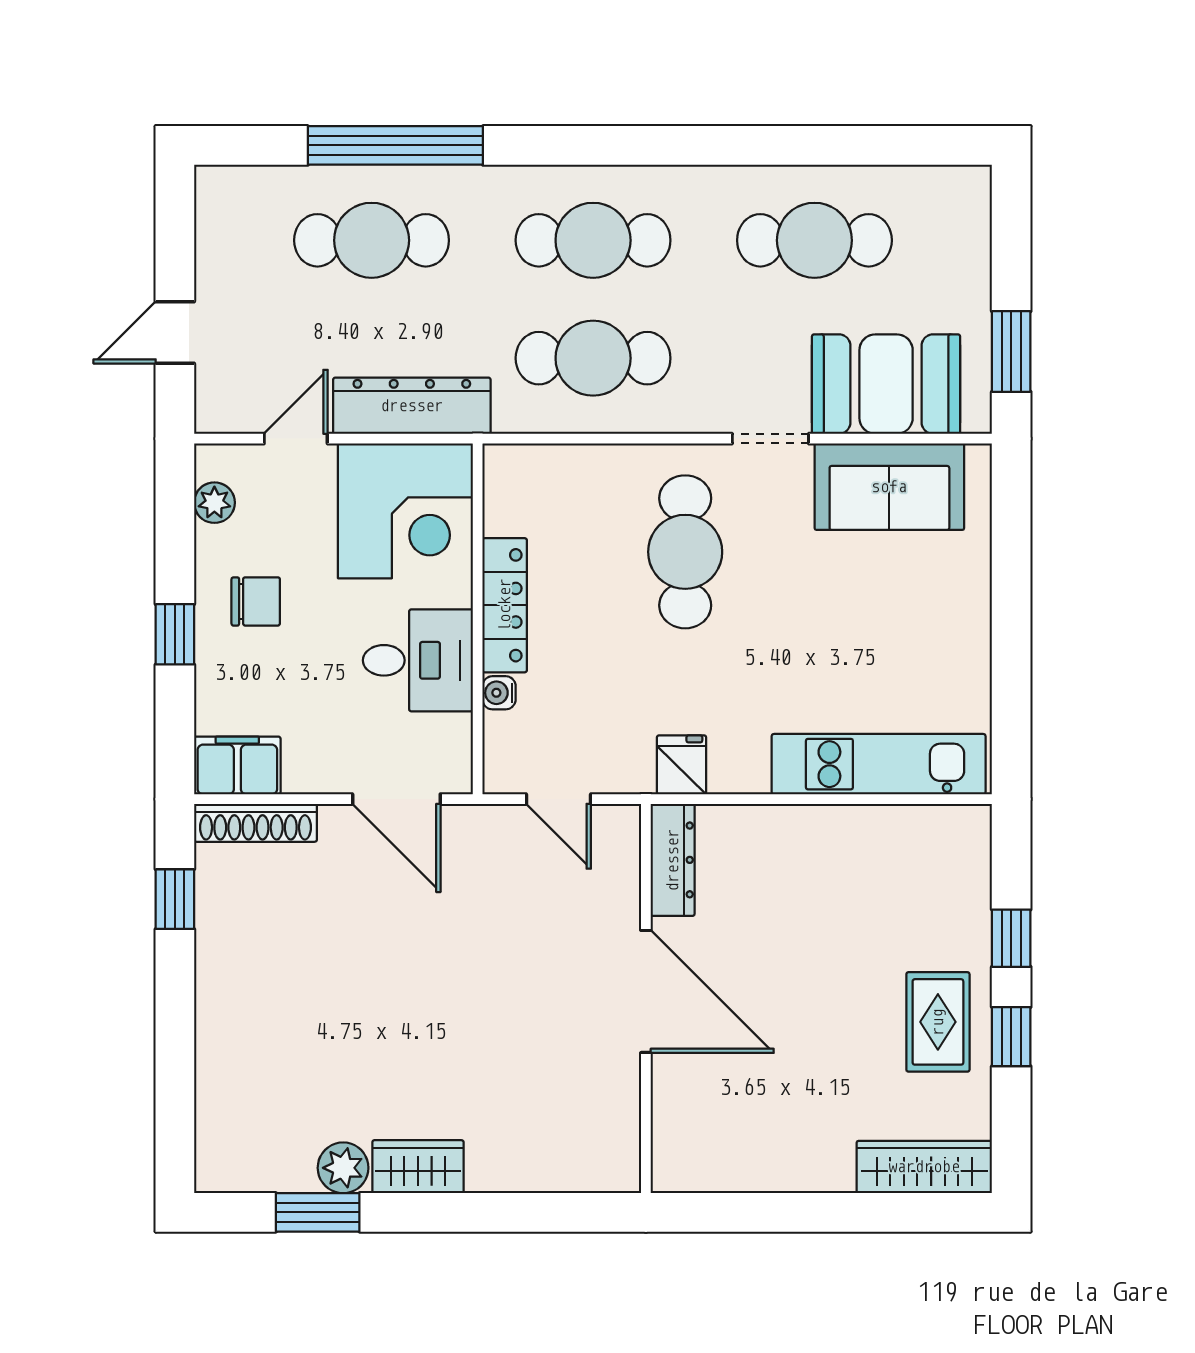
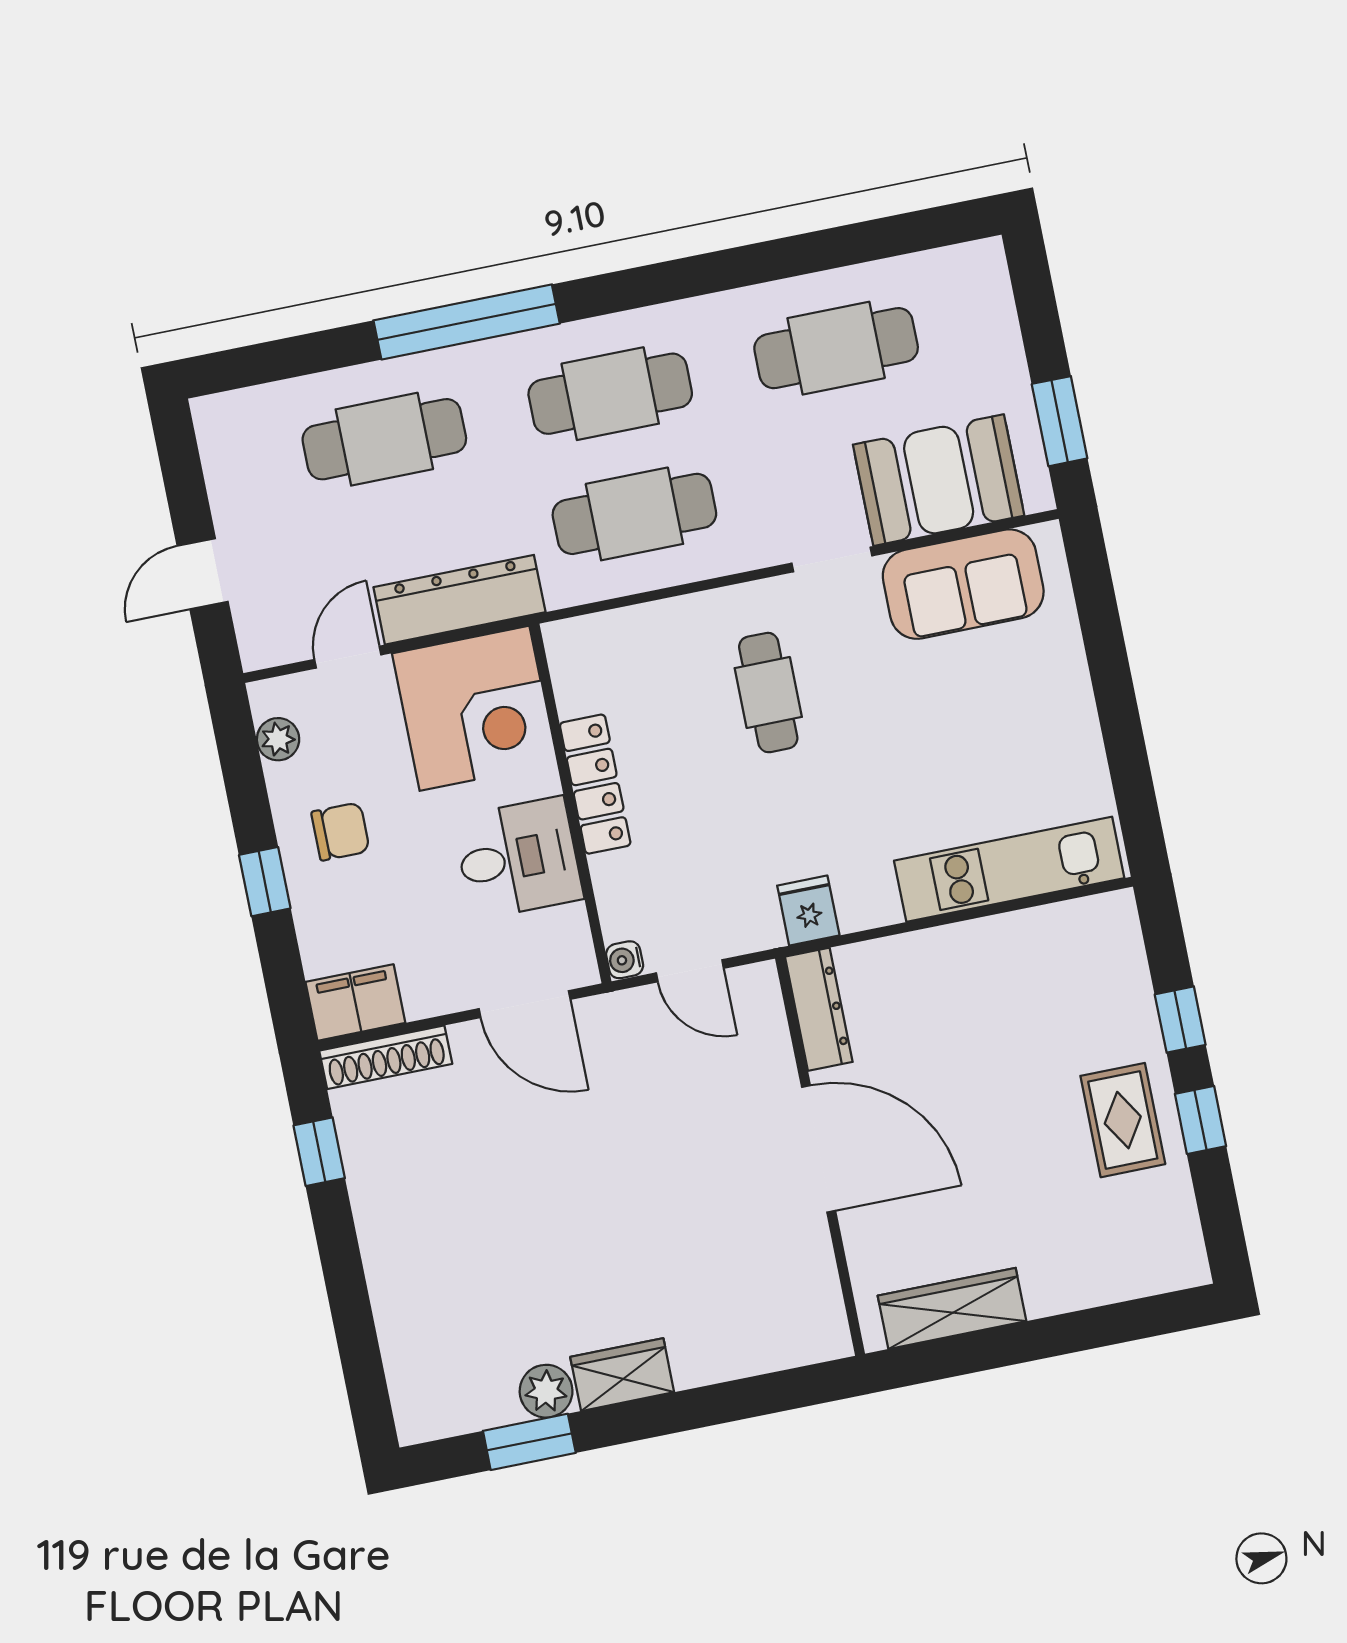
window: (395, 145) -> (467, 322), moved
cafe table: (685, 552) -> (768, 693), width x0.73, depth x0.74
water cooler: (499, 693) -> (625, 960), moved
wardrobe: (924, 1167) -> (952, 1308), moved

